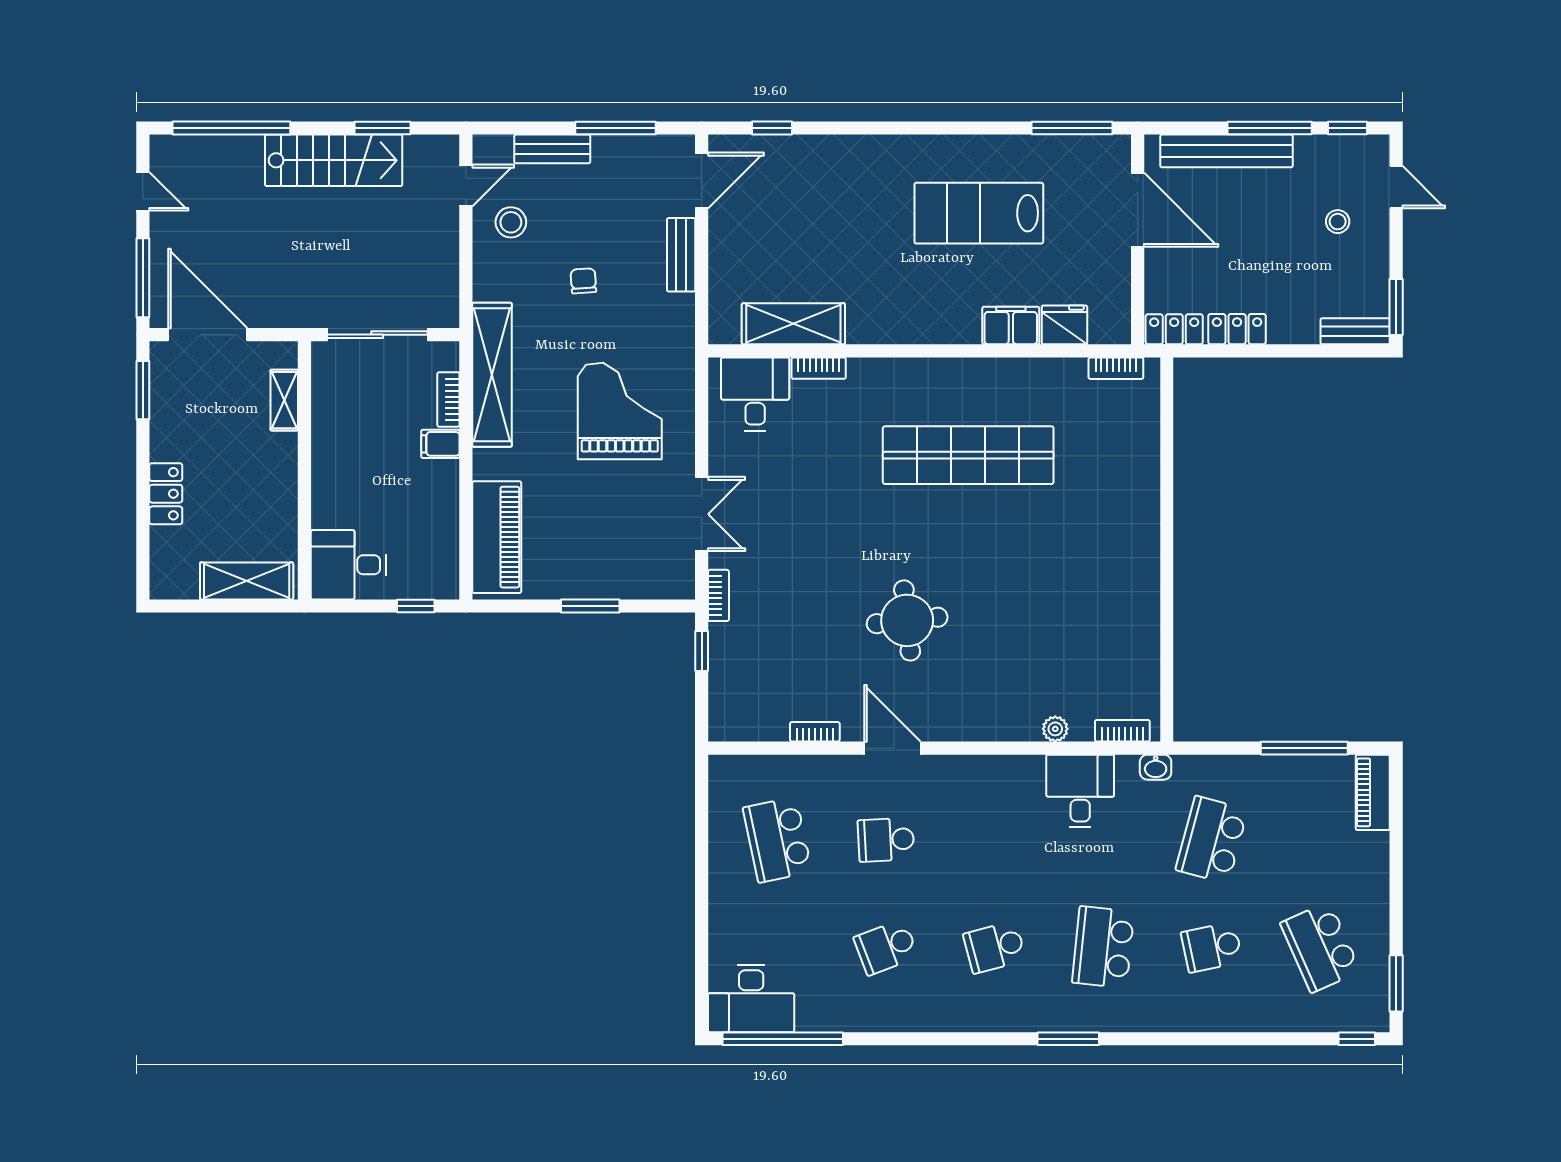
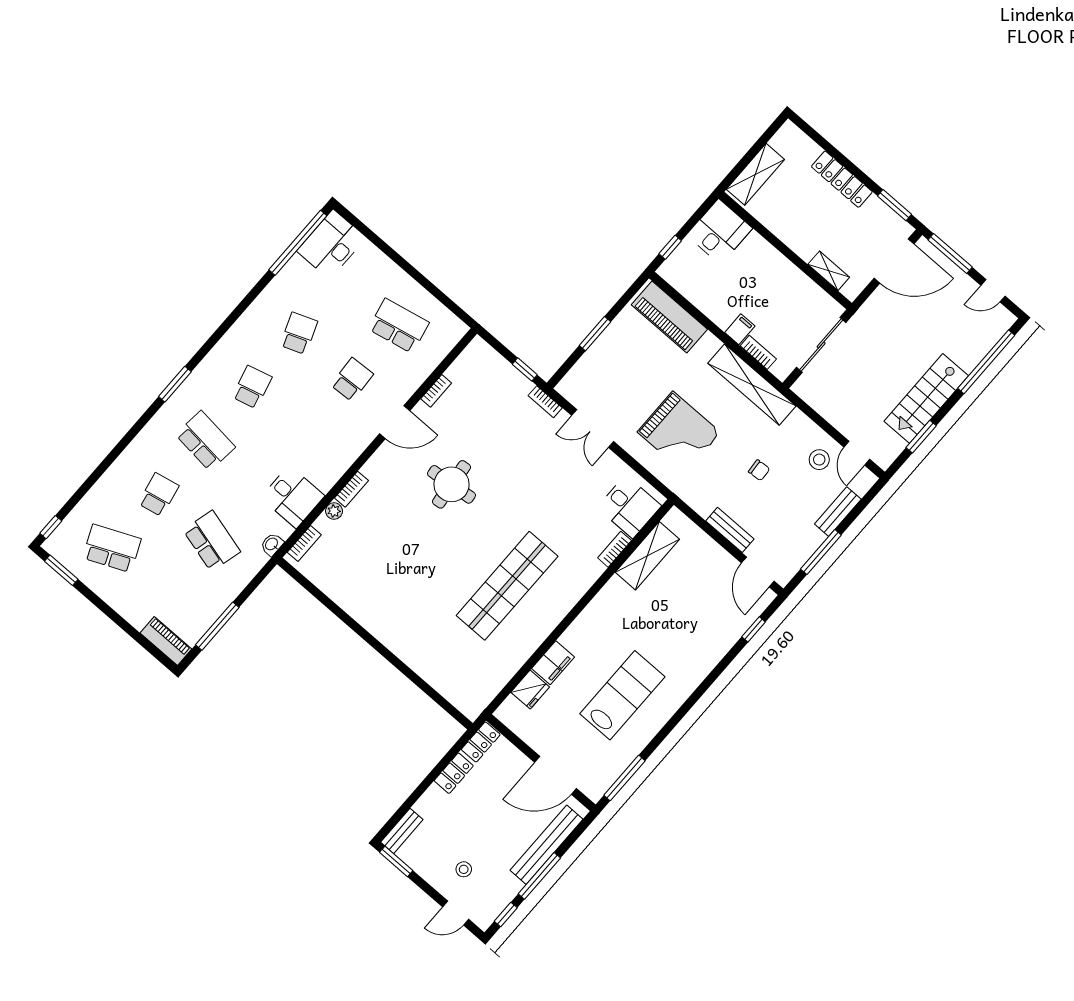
bookcase: (1116, 368) -> (351, 489), moved, turned 180
locker: (166, 494) -> (842, 179), width x1.53

